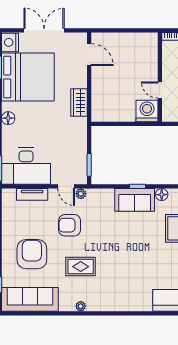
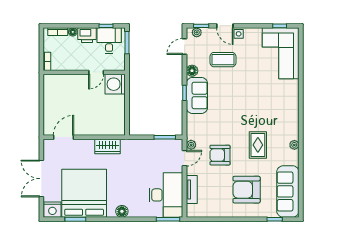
armchair: (70, 225) -> (220, 155), turned 90

